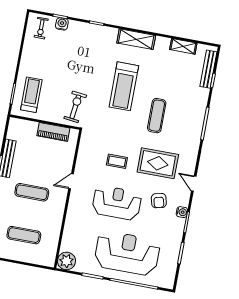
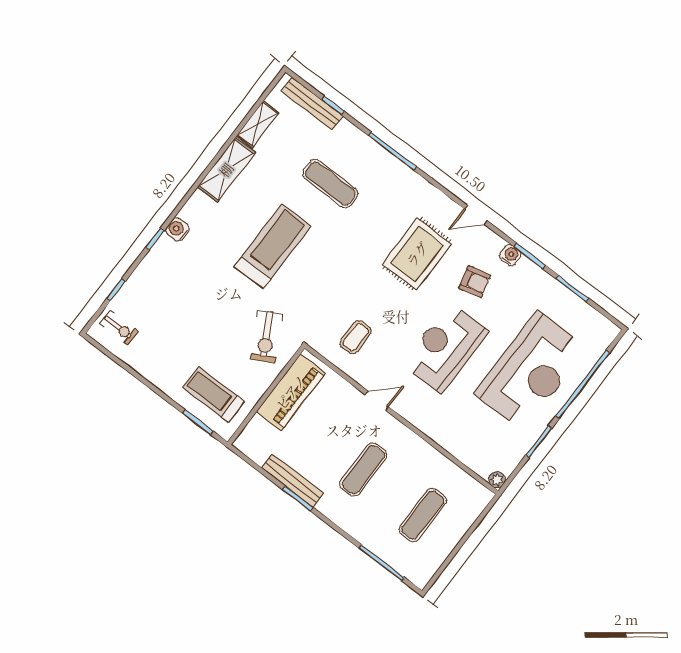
water cooler: (62, 24) -> (177, 229), moved
shelving: (136, 39) -> (226, 170), moved
treadmill: (124, 86) -> (273, 246), turned -90
exercise bike: (75, 107) -> (266, 337), turned -126
exercise mat: (157, 116) -> (330, 184), moved
piano: (53, 132) -> (291, 392), width x1.37, depth x1.33
coffee table: (117, 161) -> (356, 337), moved
door: (71, 181) -> (377, 401), swing flipped
reception desk: (127, 253) -> (531, 371), turned 180
plant: (66, 261) -> (497, 480), width x0.53, depth x0.53

